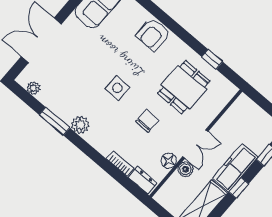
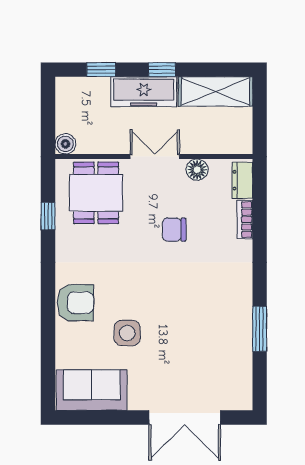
dining table: (184, 87) -> (96, 193), moved, turned 90
plant: (33, 88) -> (243, 382), removed
side table: (118, 88) -> (127, 333), moved
plant: (80, 125) -> (240, 298), removed
boiler: (185, 169) -> (65, 144), moved

